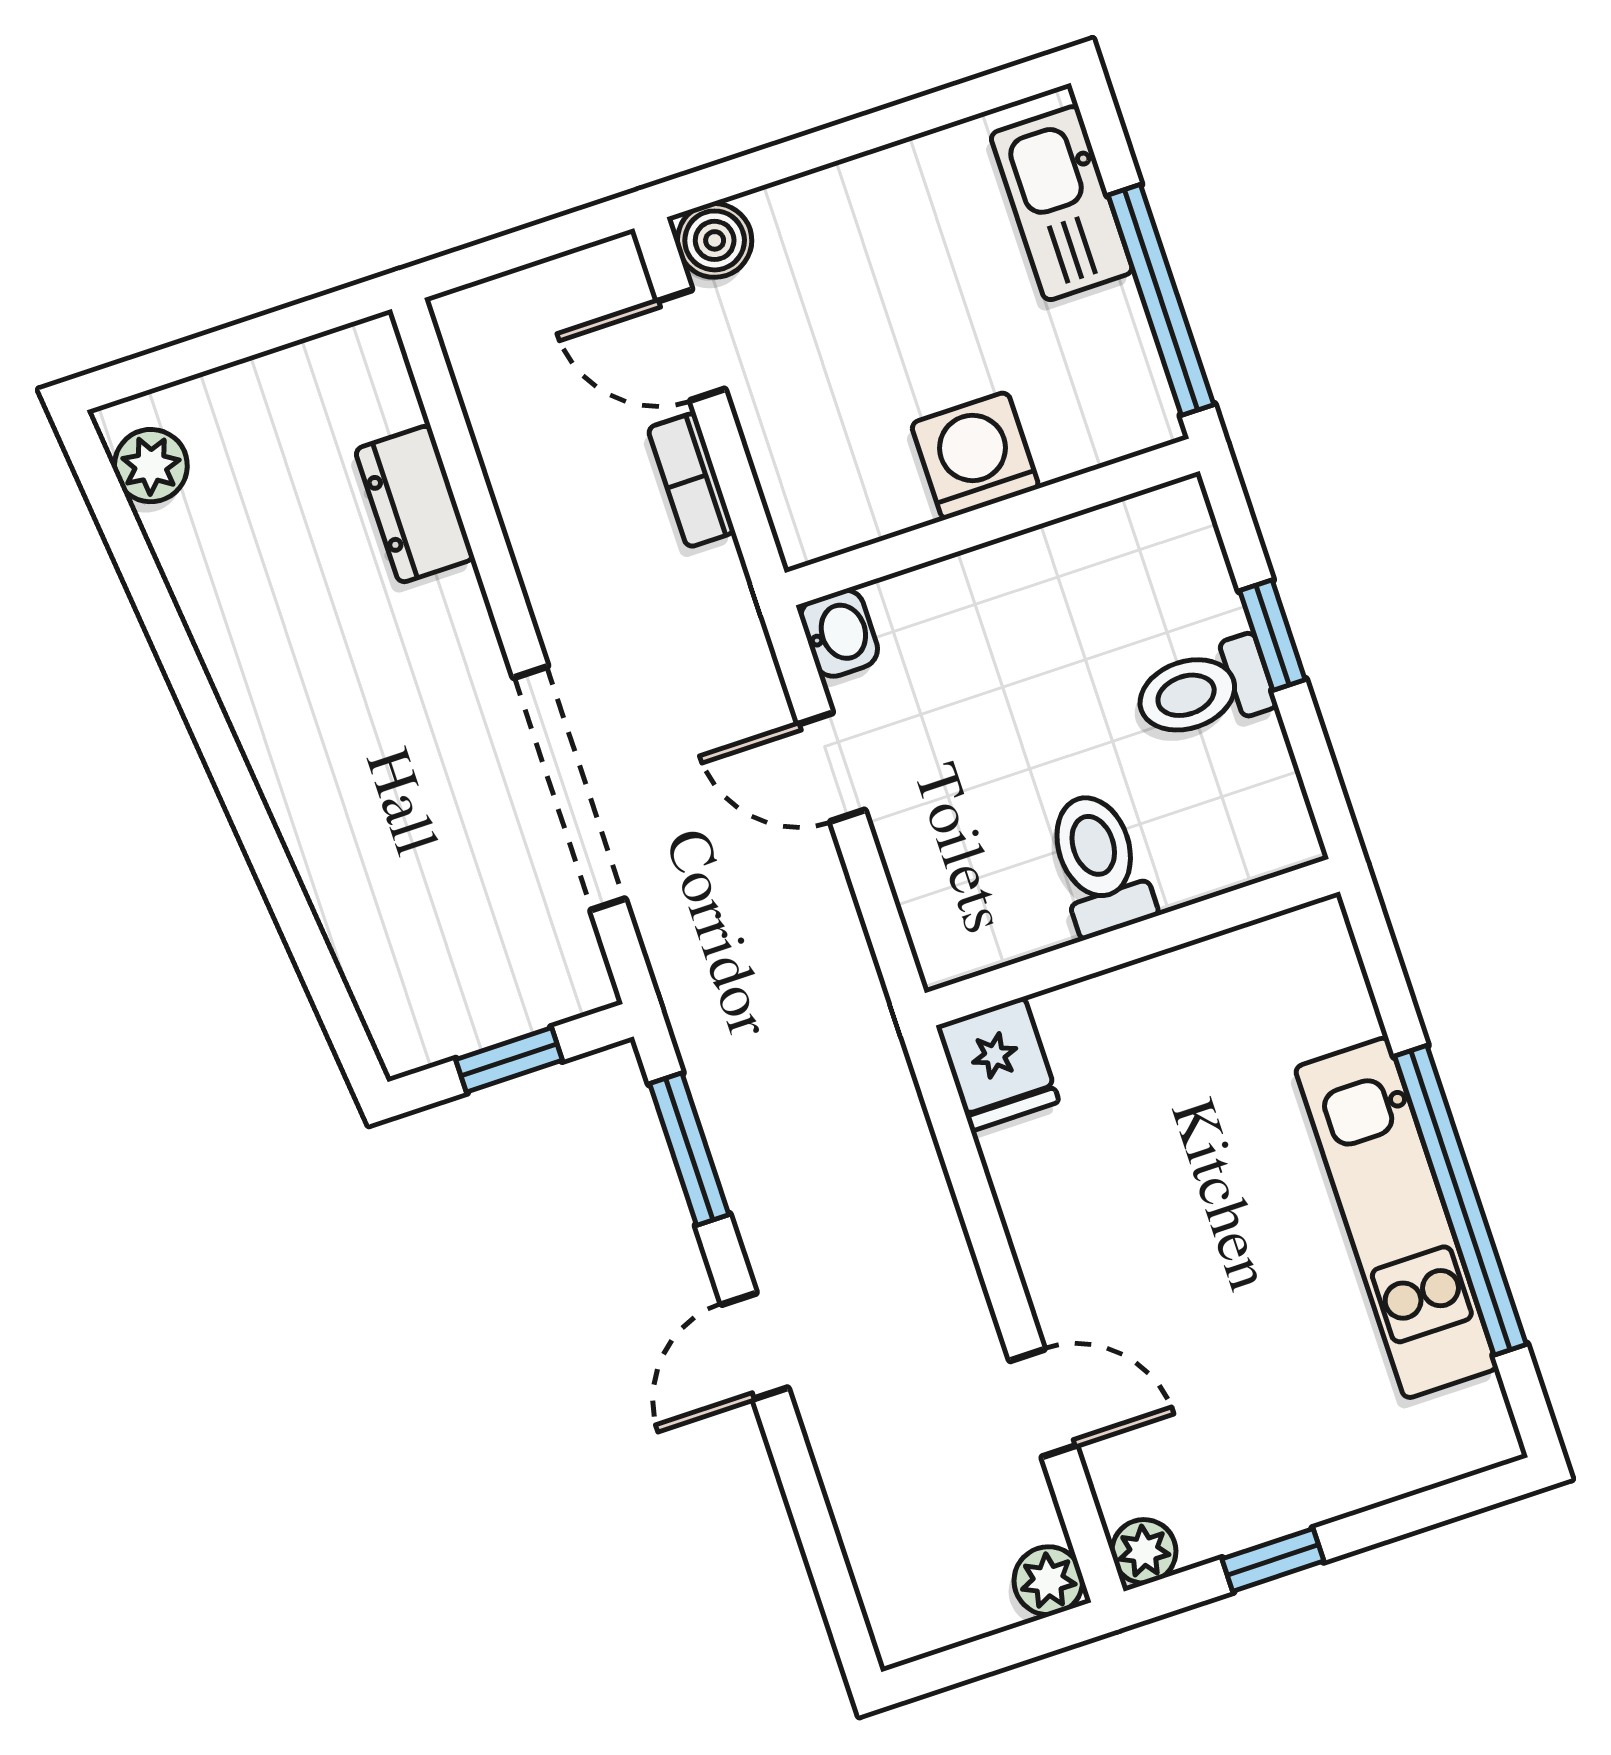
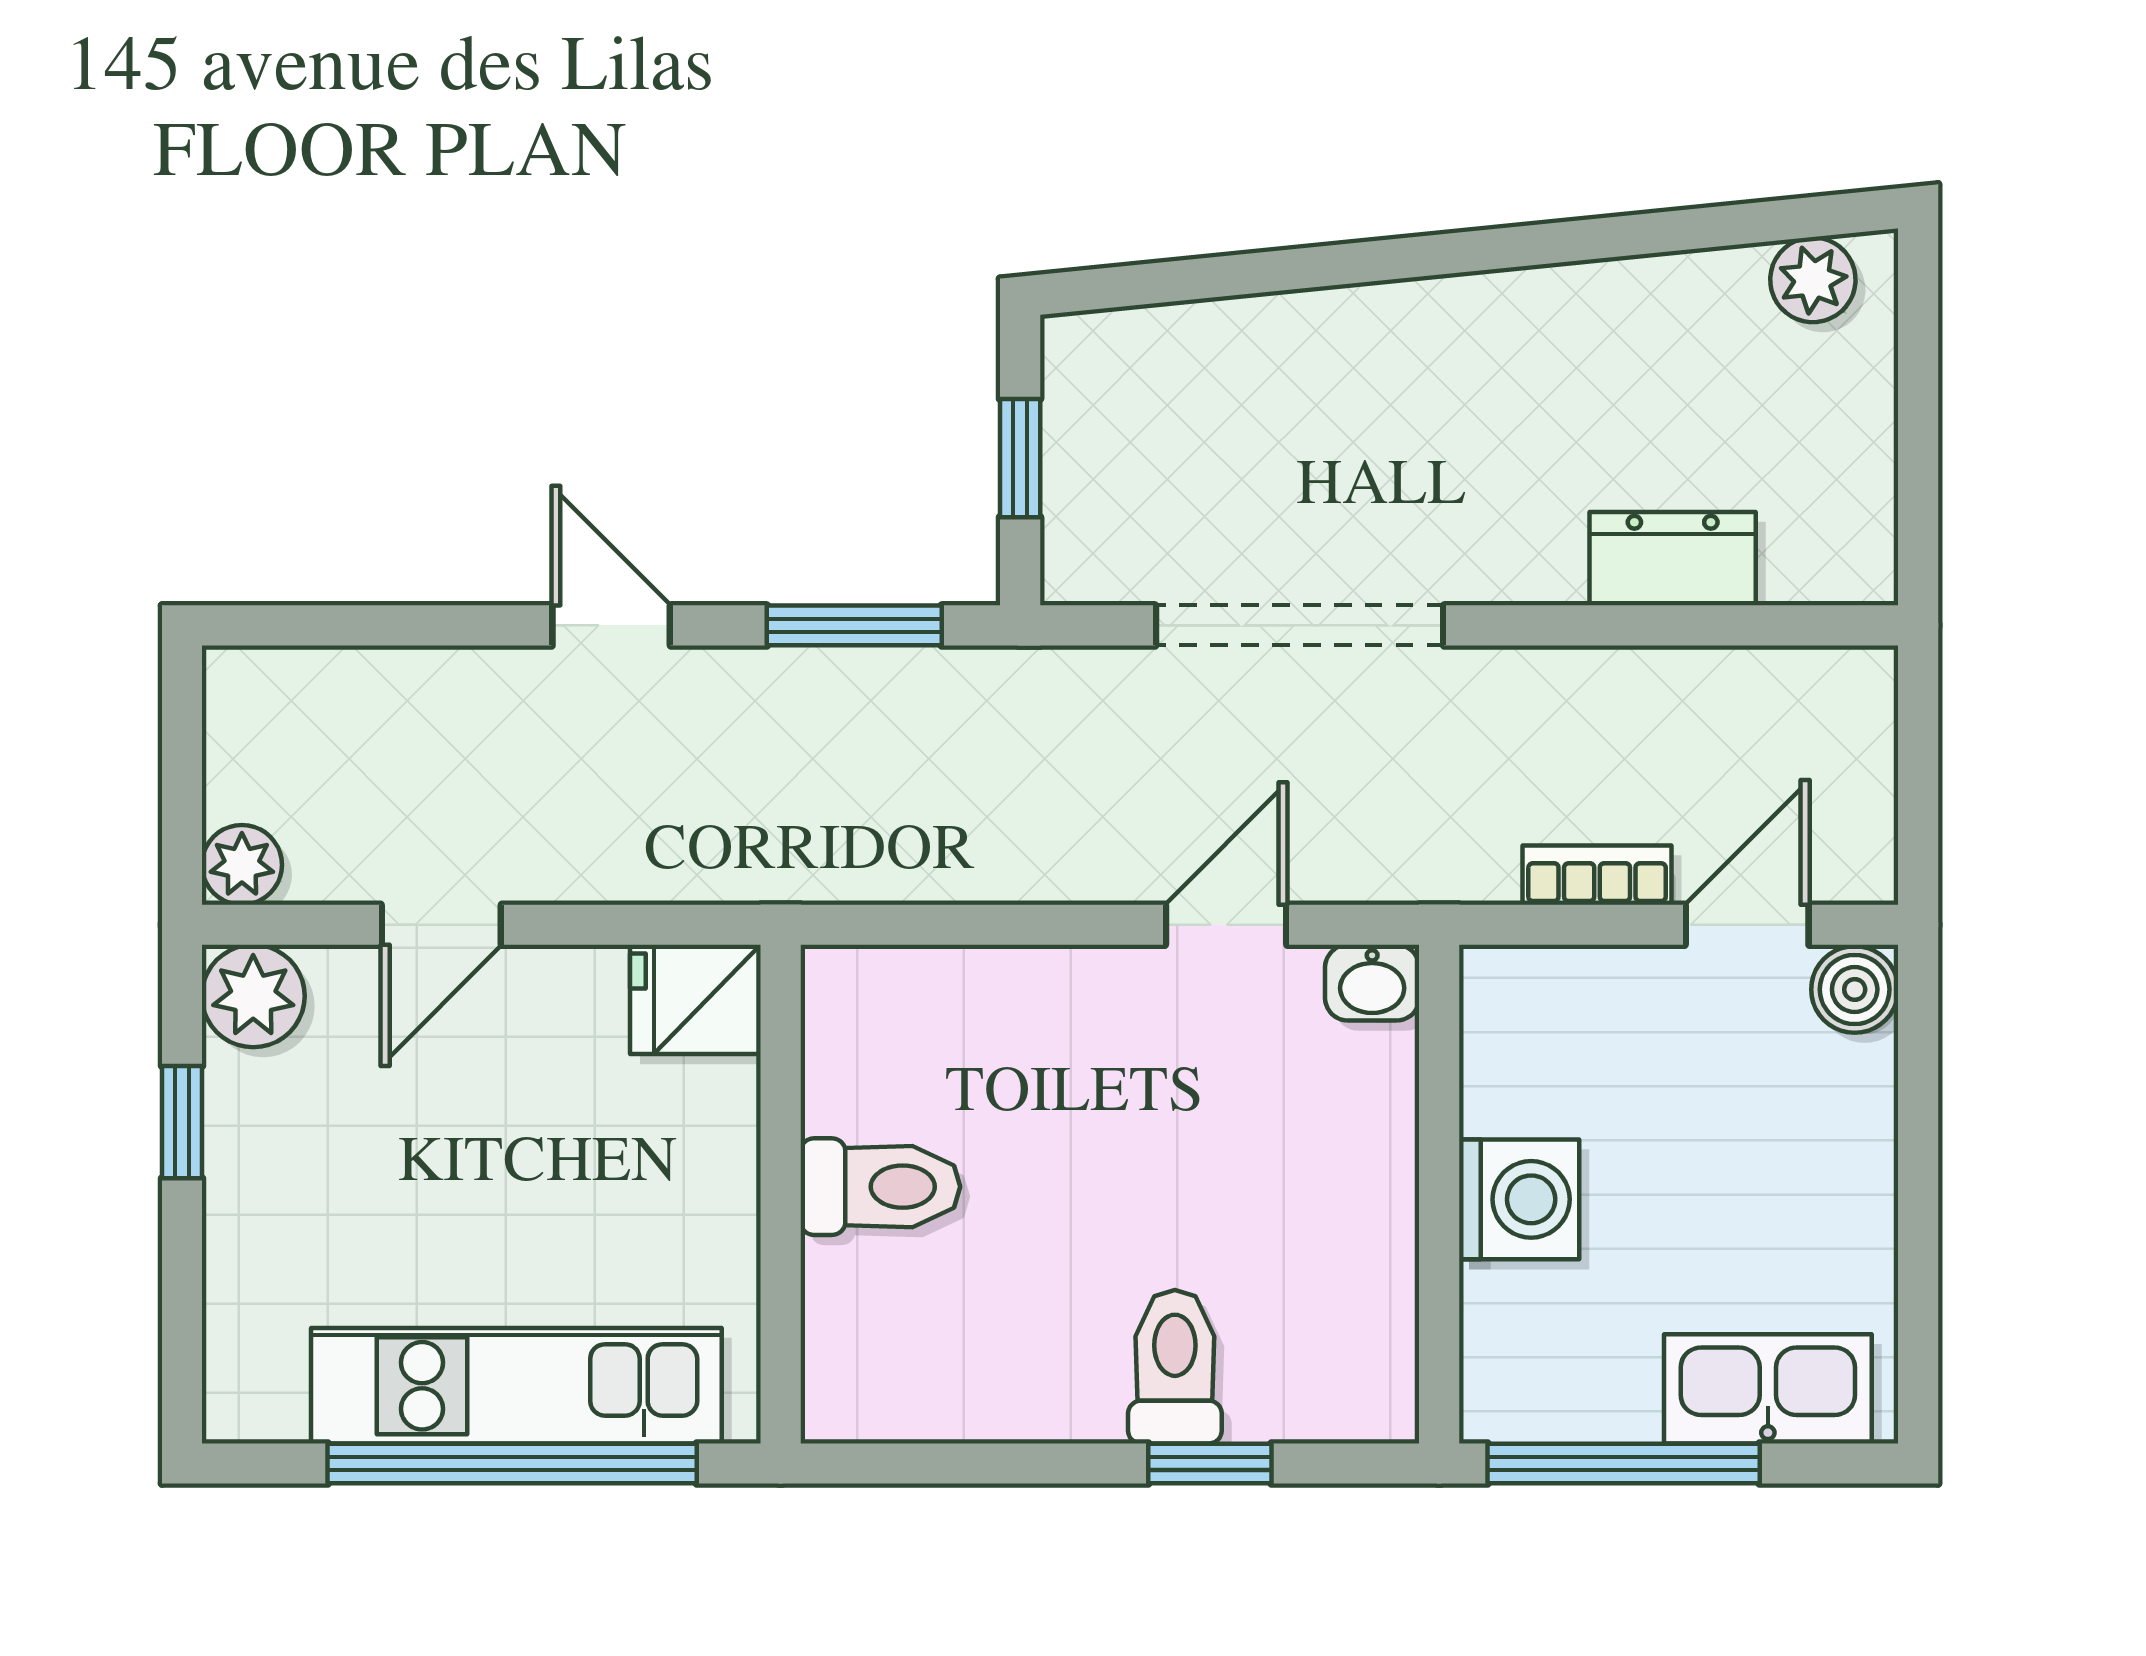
toilet: (1099, 864) -> (880, 1187), moved
wall: (1132, 942) -> (781, 1194), moved
fridge: (998, 1064) -> (695, 999), moved
plant: (1144, 1551) -> (253, 996), width x1.38, depth x1.38

